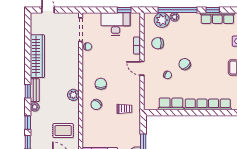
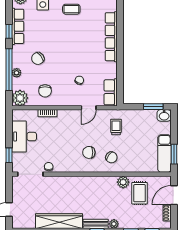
window: (124, 10) -> (9, 155), moved
plant: (162, 20) -> (20, 98), moved
chair: (185, 64) -> (38, 58), moved
door: (142, 68) -> (89, 108), moved
plant: (73, 95) -> (123, 182), moved
row of seats: (171, 104) -> (111, 92), moved

